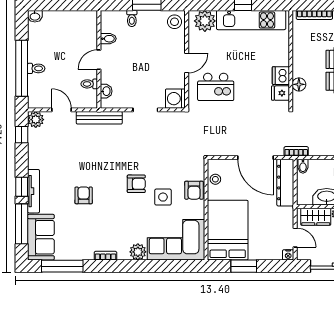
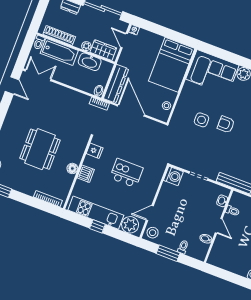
door: (99, 60) -> (219, 226), hinge flipped
door: (187, 63) -> (150, 213), moved
dishwasher: (281, 76) -> (86, 174), moved
floor lamp: (299, 84) -> (72, 168), moved
kitchen island: (216, 87) -> (126, 173), moved
armchair: (194, 190) -> (185, 104), removed
side table: (163, 197) -> (202, 120), moved
window: (244, 266) -> (170, 34), removed

